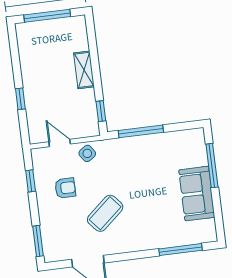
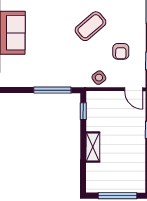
door: (60, 143) -> (134, 89), moved
armchair: (65, 188) -> (121, 51), turned -90

